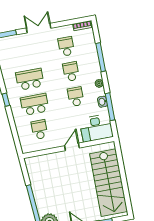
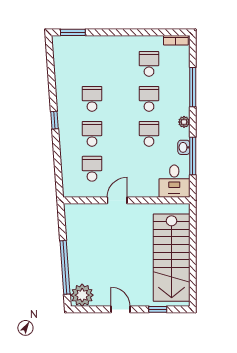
double door: (39, 28) -> (117, 32), removed
school desk: (30, 79) -> (92, 99), width x0.54
school desk: (35, 104) -> (92, 134), width x0.54
desk: (96, 128) -> (174, 181), width x0.73
door: (72, 147) -> (117, 200), moved

